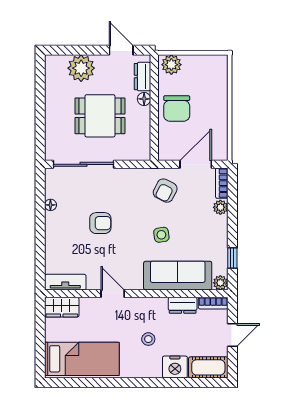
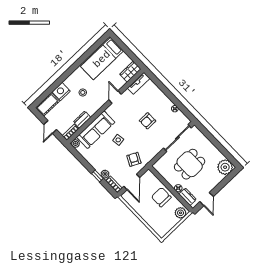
door: (121, 50) -> (207, 199), hinge flipped
plant: (81, 68) -> (225, 167), moved
window: (232, 258) -> (97, 176), moved
door: (113, 294) -> (115, 97), swing flipped

